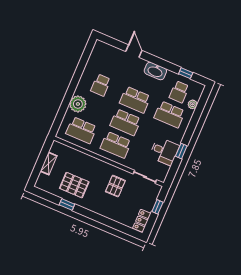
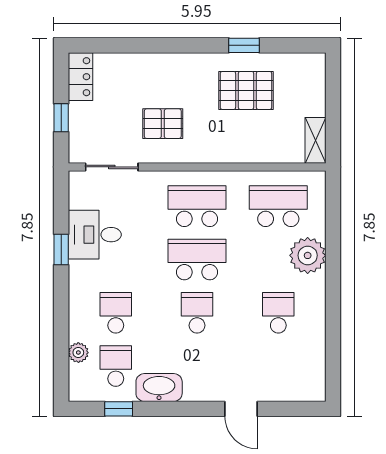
washbasin: (155, 71) -> (159, 388), moved
school desk: (135, 100) -> (197, 313), width x0.54
school desk: (169, 114) -> (116, 313), width x0.54
shelving: (49, 163) -> (315, 140), moved
pallet: (115, 186) -> (163, 124), turned 90

